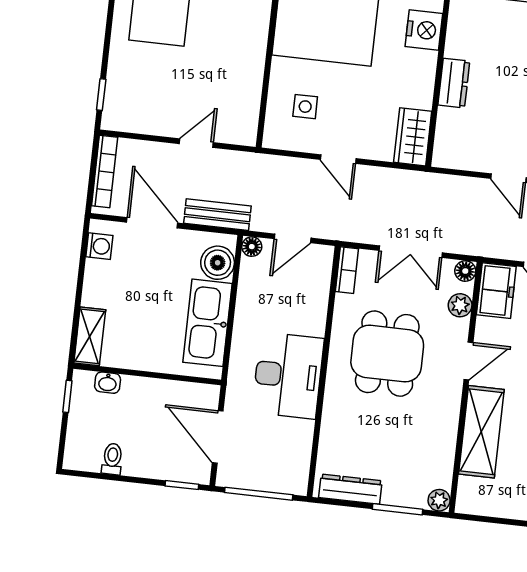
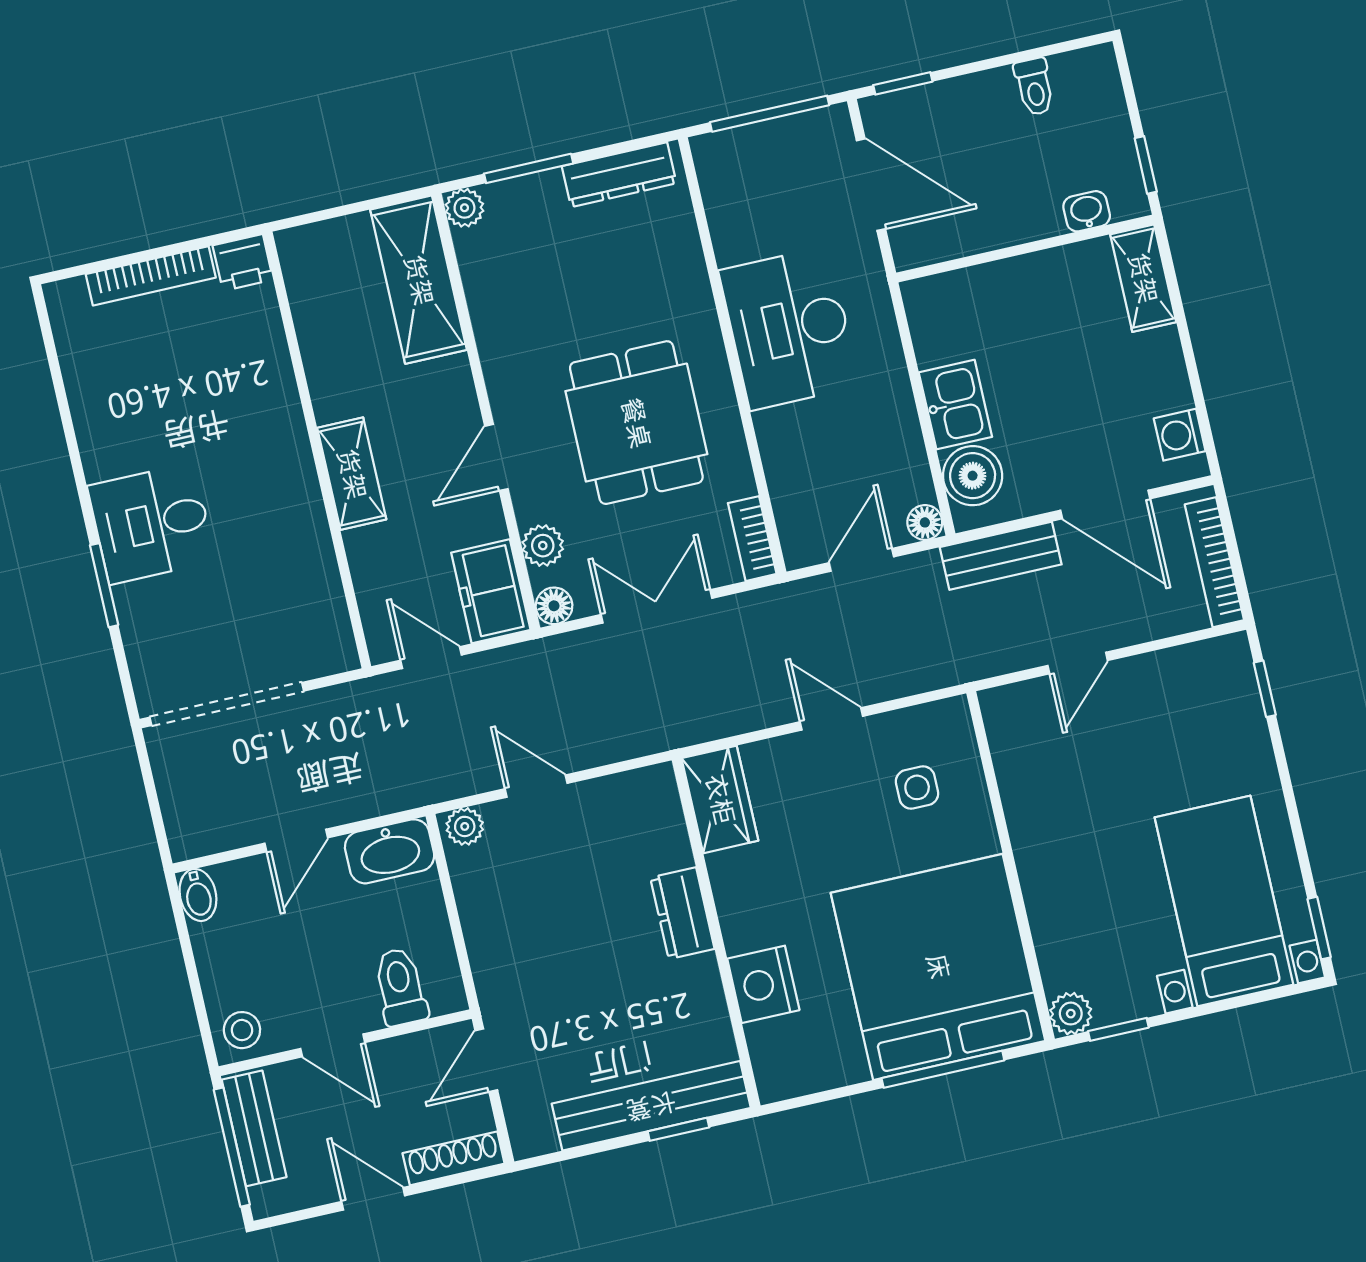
kitchen sink: (207, 323) -> (955, 405), width x0.53, depth x0.81
shelving: (481, 432) -> (419, 280), moved

